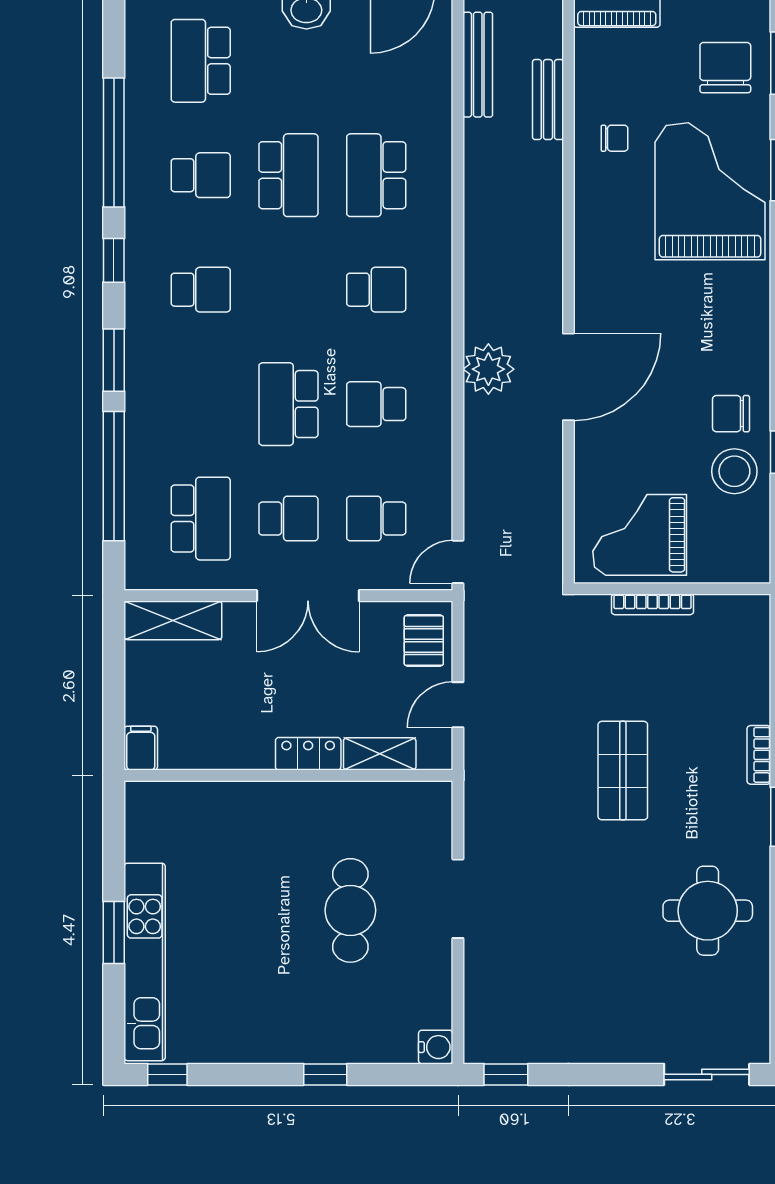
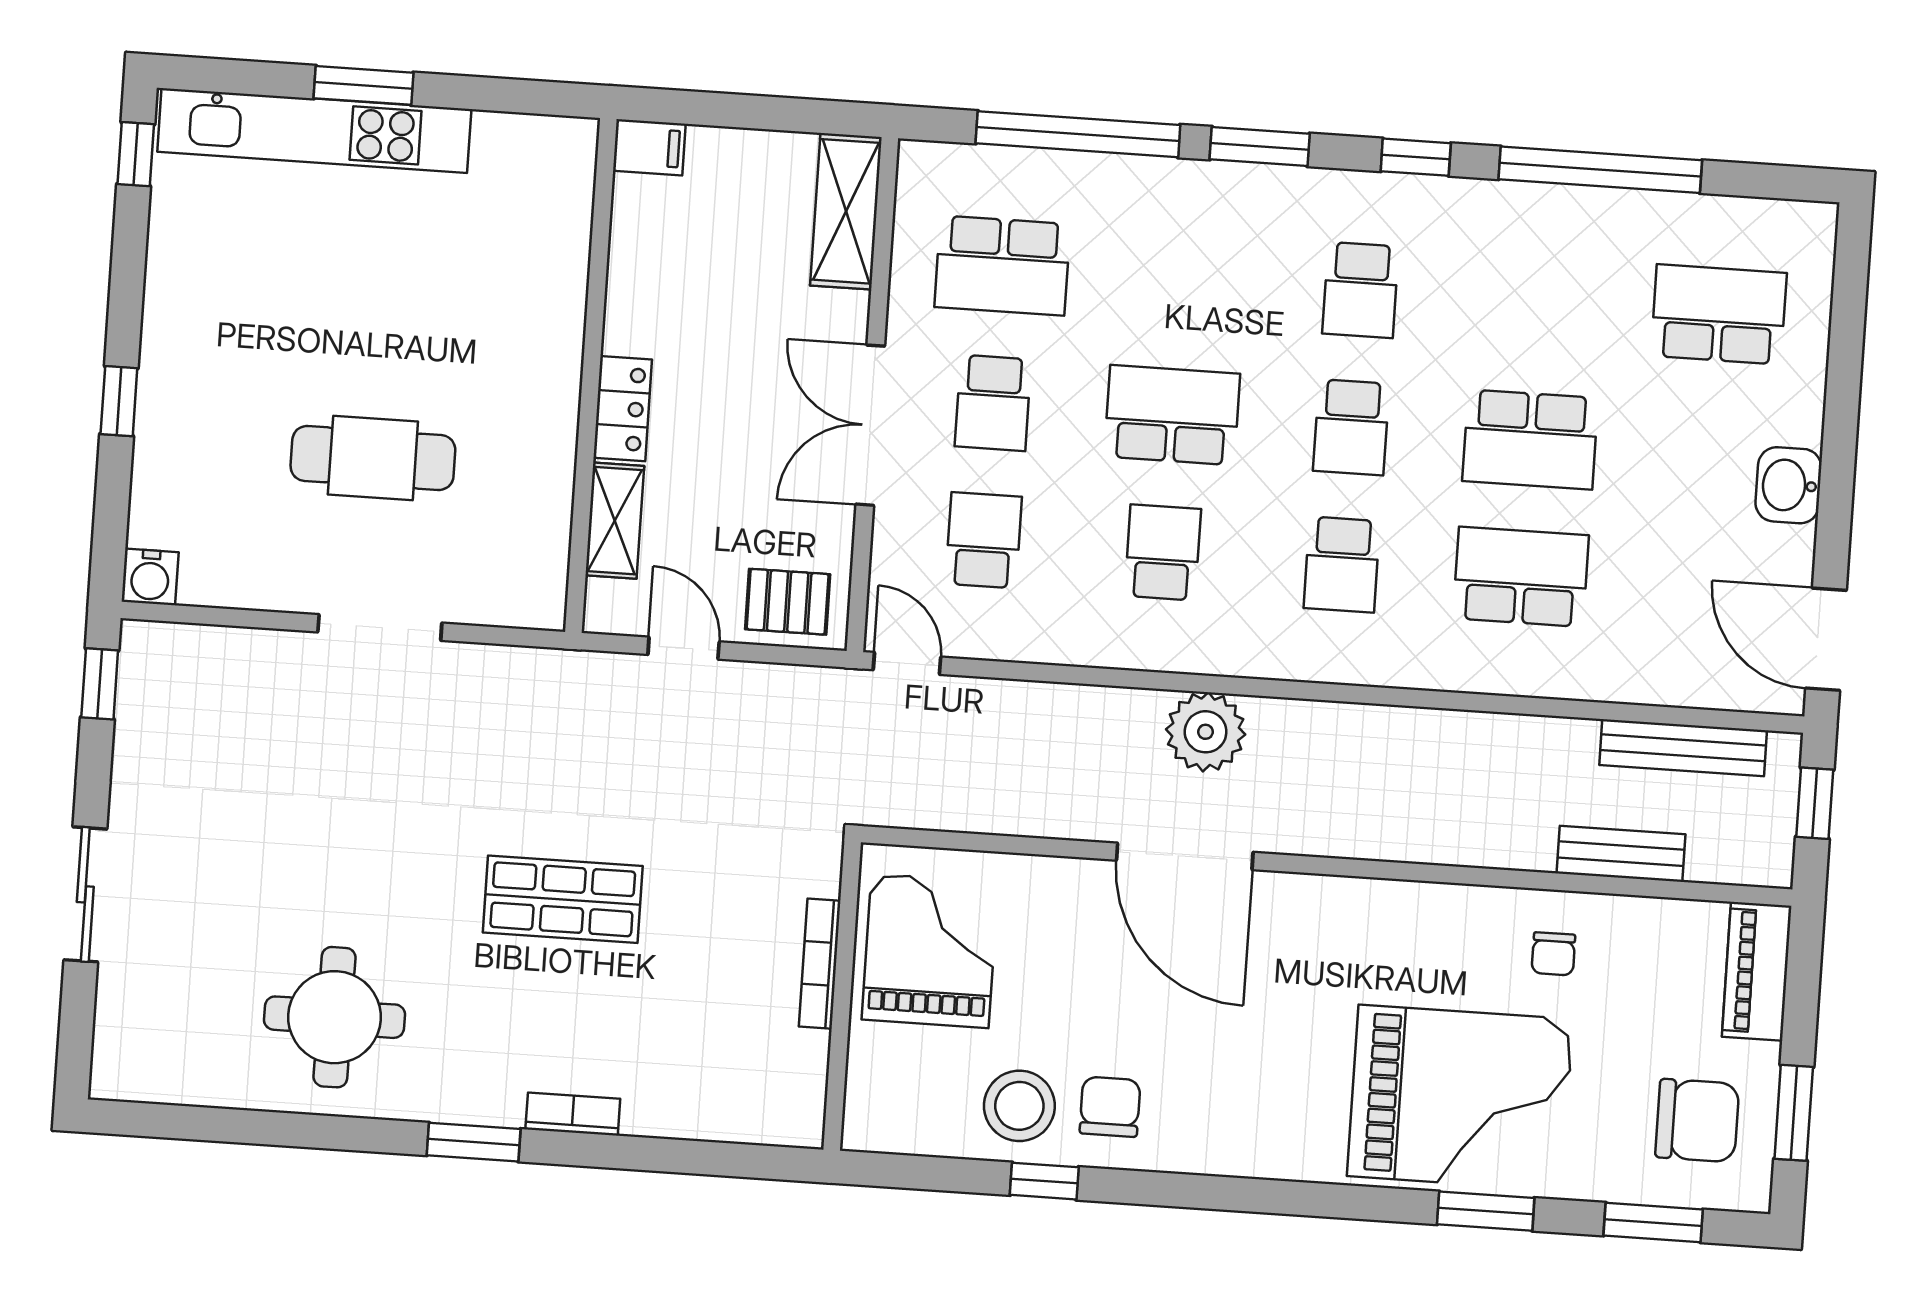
chair: (725, 68) -> (1697, 1121), moved
school desk: (201, 175) -> (1351, 427), moved
sliding door: (707, 1074) -> (85, 894), moved

